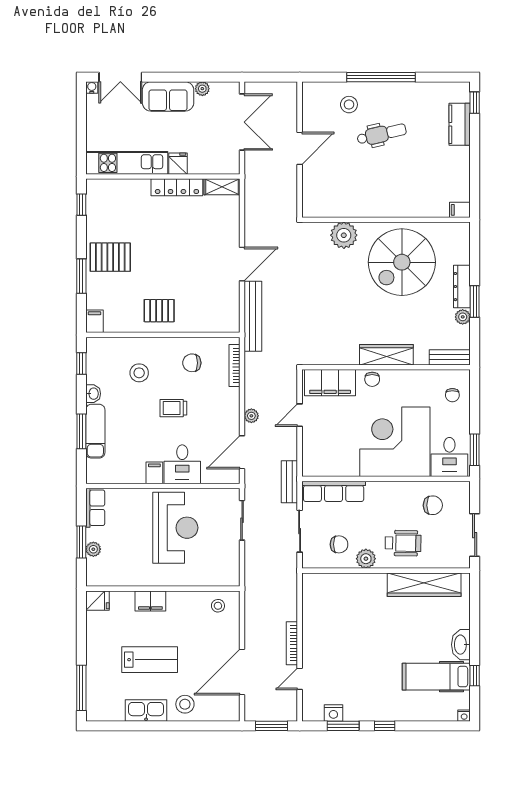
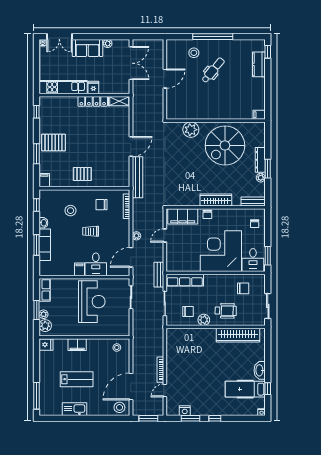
dental chair: (382, 134) -> (213, 70), turned -37
plant: (96, 568) -> (45, 326), added
stool: (185, 704) -> (119, 407), moved

